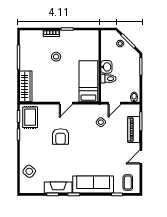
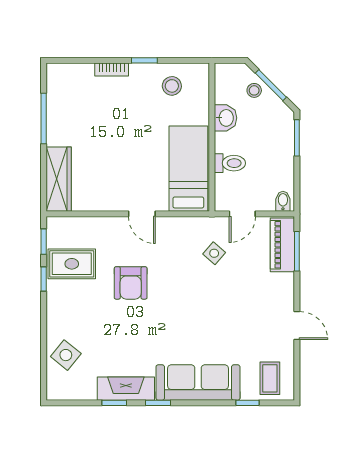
stool: (56, 57) -> (172, 86), moved
washbasin: (106, 67) -> (226, 118), moved
door: (66, 103) -> (142, 214), hinge flipped
rug: (30, 117) -> (72, 264), moved, turned 90
piano: (134, 129) -> (282, 245), moved
door: (141, 157) -> (297, 325), swing flipped

